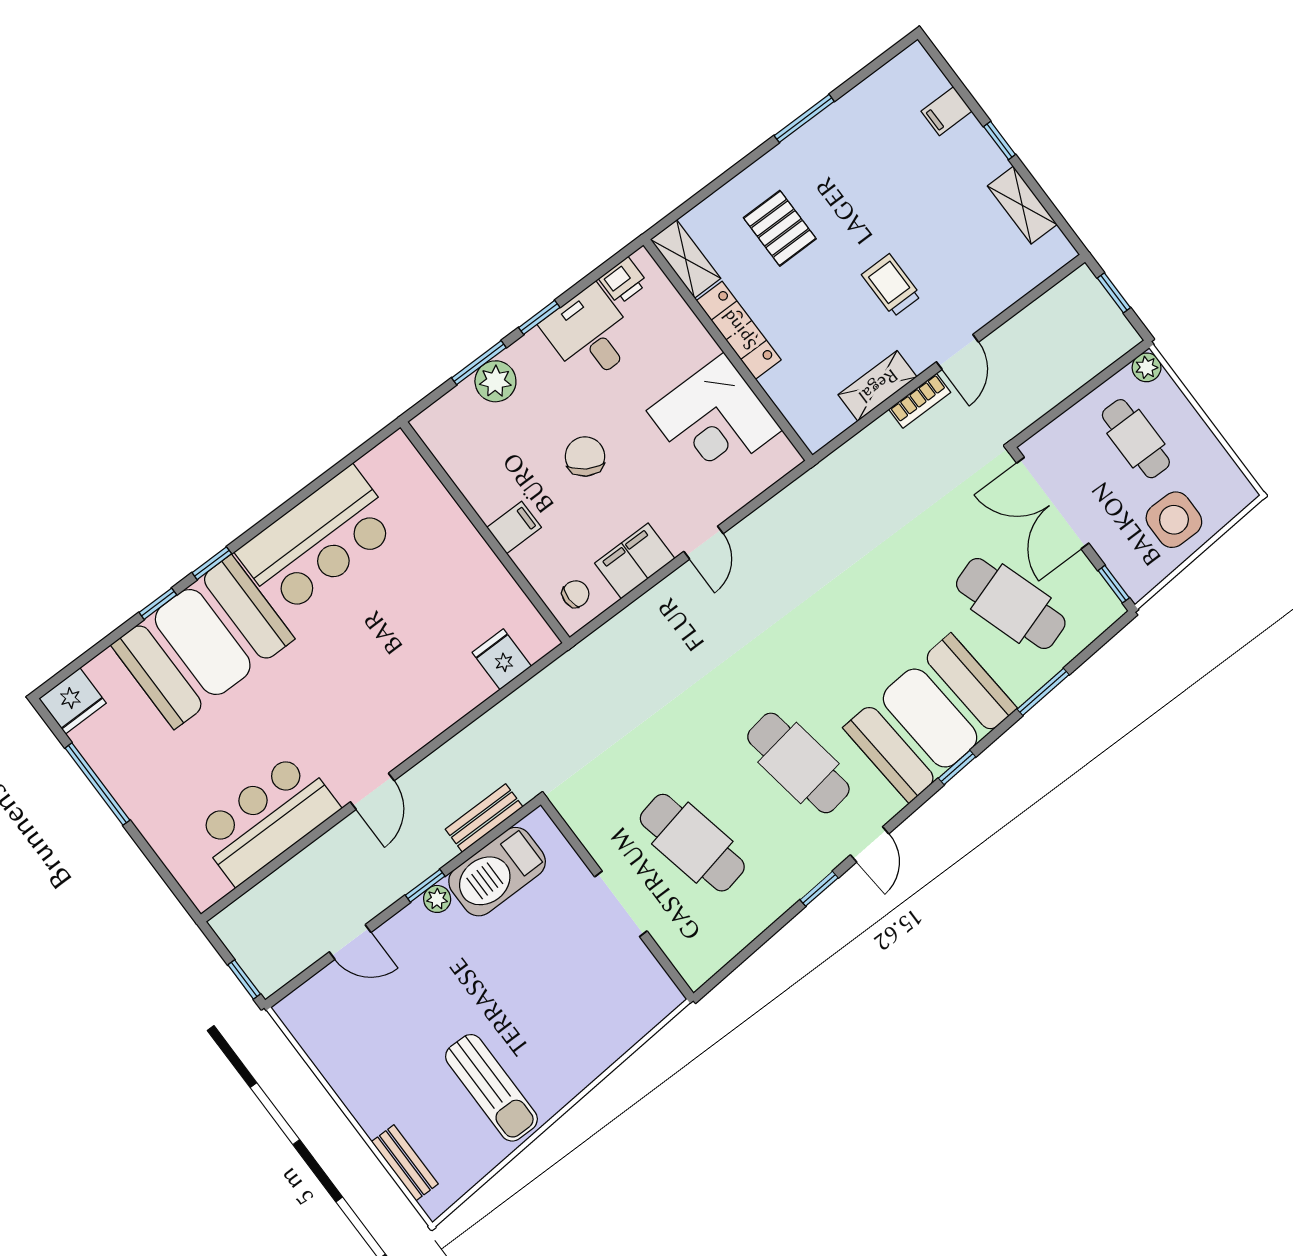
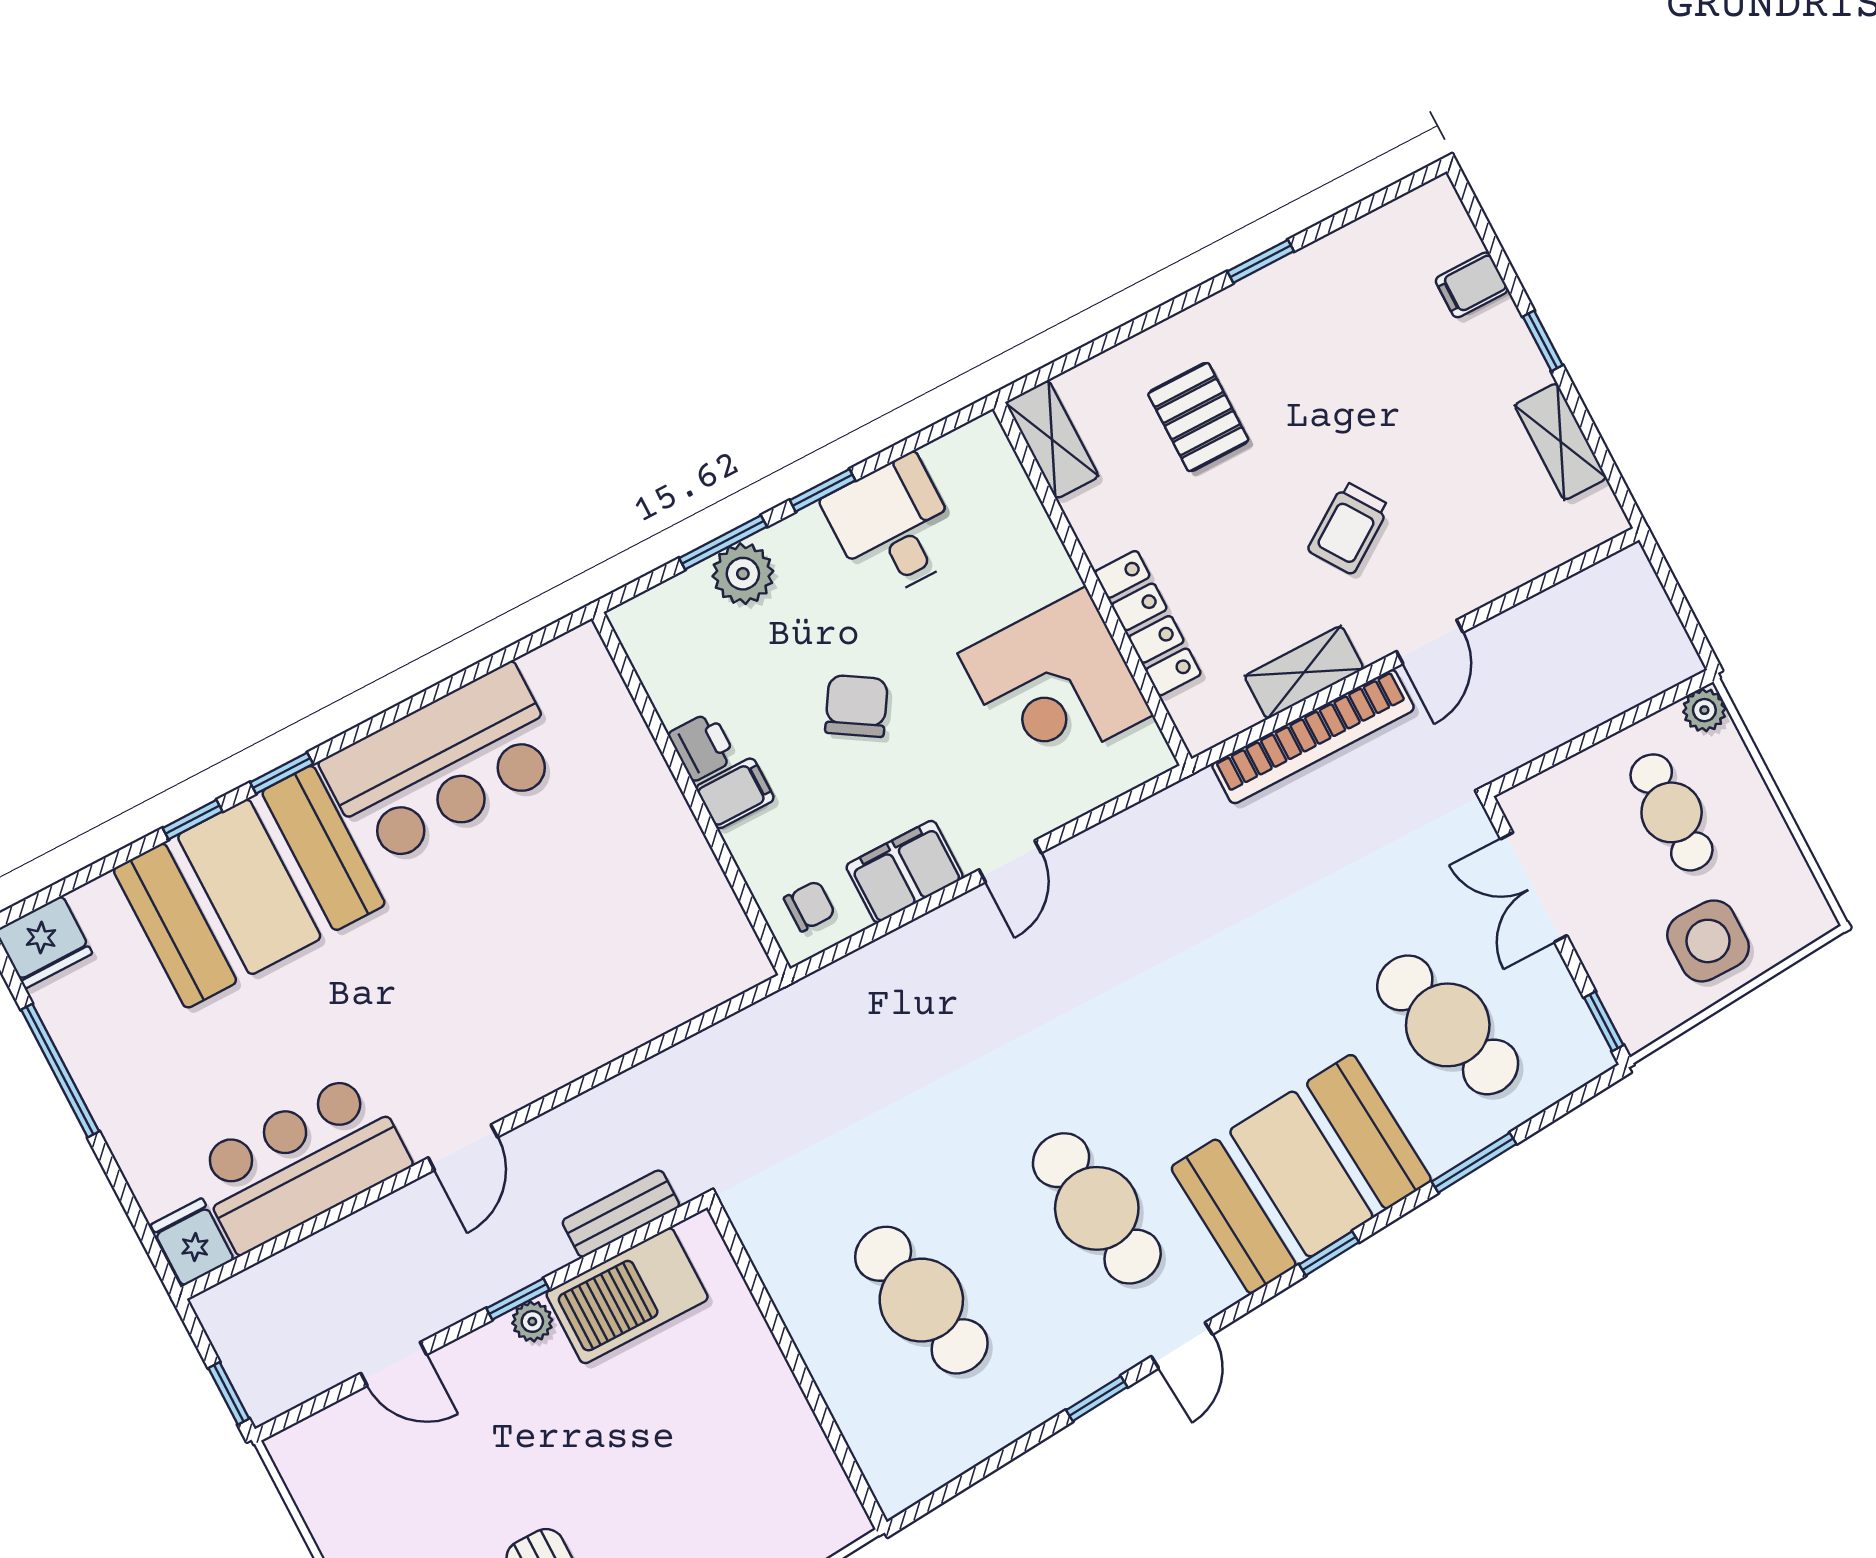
window: (804, 118) -> (1261, 261), width x0.67
printer: (623, 281) -> (702, 746), moved, turned -90
trolley: (891, 285) -> (1349, 528), turned -124
window: (1114, 293) -> (1674, 593), removed
locker: (739, 330) -> (1148, 623), moved
bookcase: (920, 401) -> (1313, 737), width x2.31, depth x1.31
double door: (1053, 503) -> (1534, 887), width x0.73
fridge: (502, 659) -> (192, 1242), moved
doorway: (621, 904) -> (801, 1373), removed

